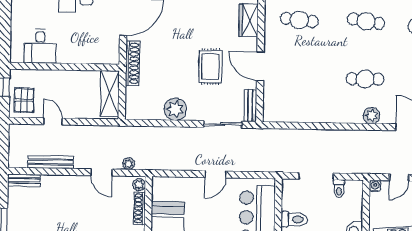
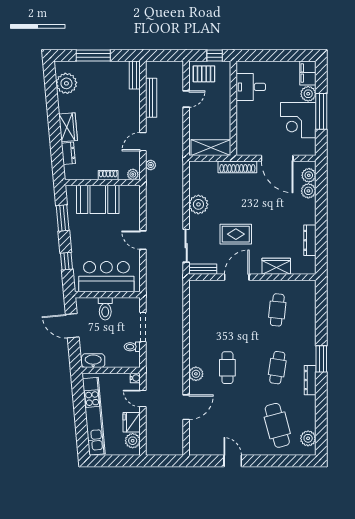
shoe rack: (140, 208) -> (108, 175), width x0.70

